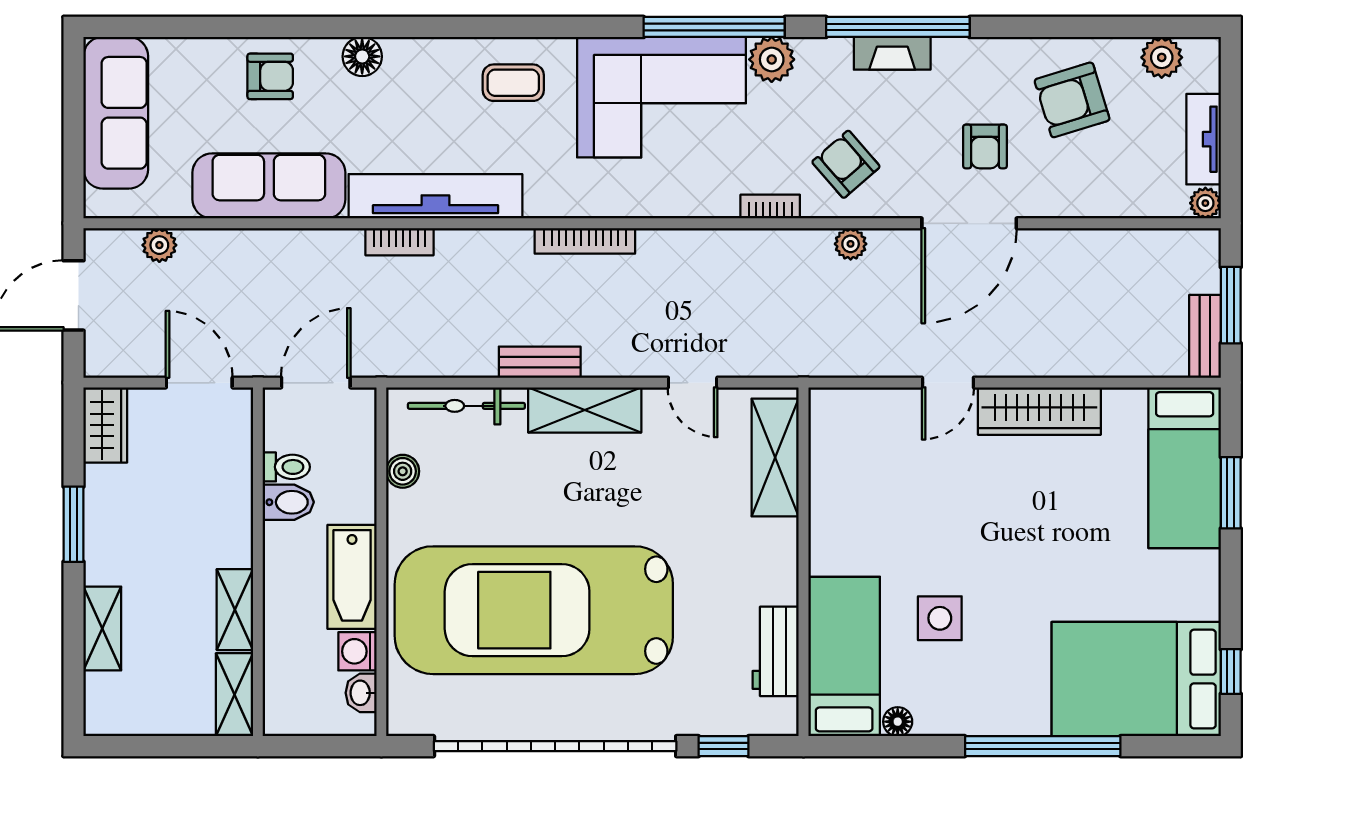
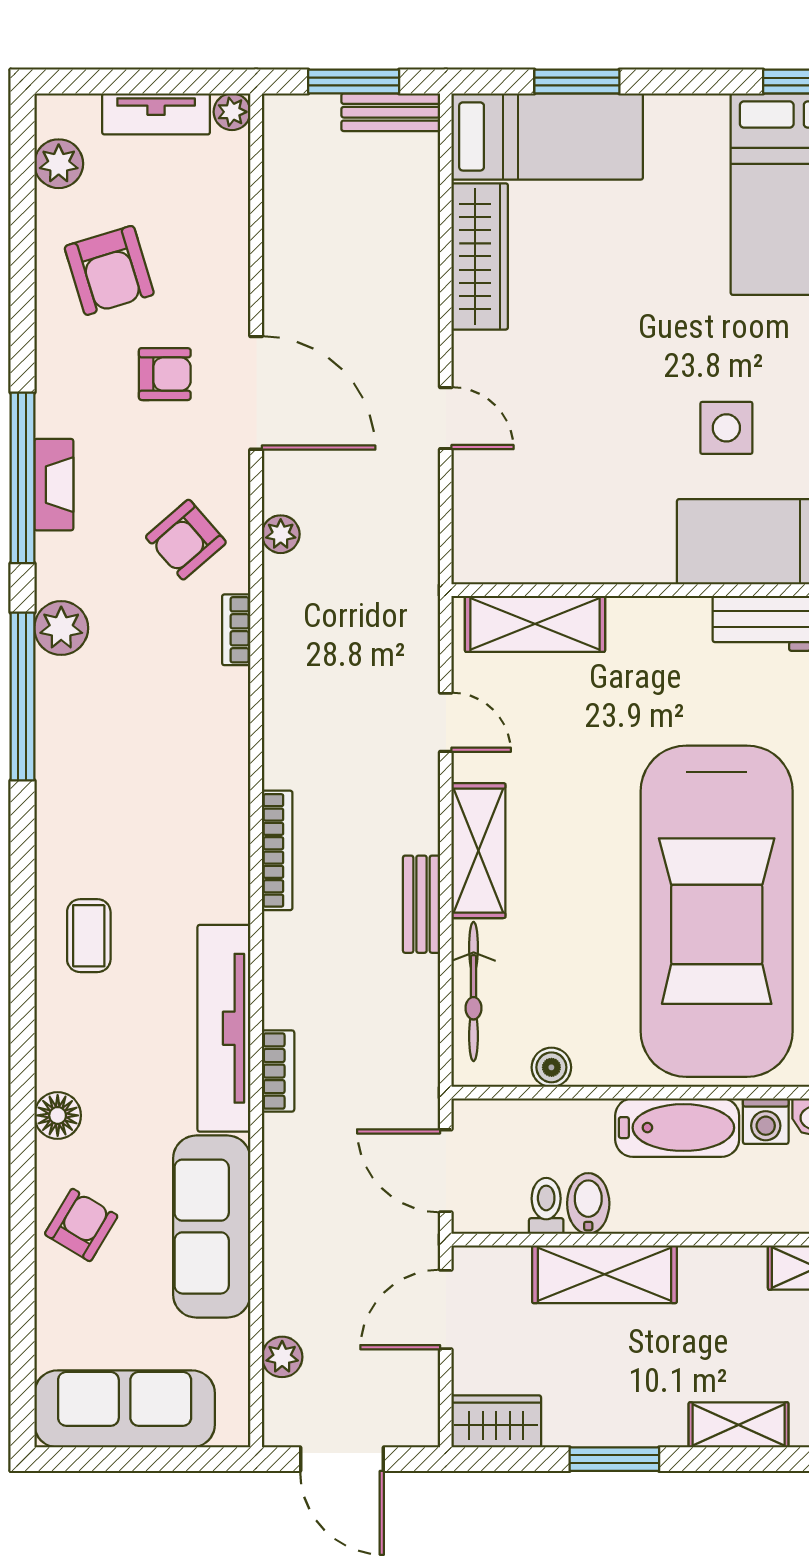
armchair: (270, 76) -> (81, 1225), turned 31
corner sofa: (661, 97) -> (106, 759), removed
door: (693, 383) -> (446, 722), hinge flipped
wardrobe: (1039, 411) -> (480, 256), moved
shelving: (235, 610) -> (604, 1274), moved, width x1.50, depth x1.33

